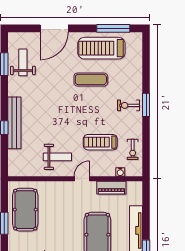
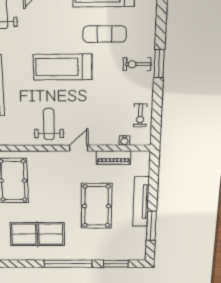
exercise mat: (91, 80) -> (105, 34), moved
treadmill: (100, 142) -> (63, 67), moved, width x1.37, depth x1.38
weight bench: (57, 157) -> (49, 124), turned -90

